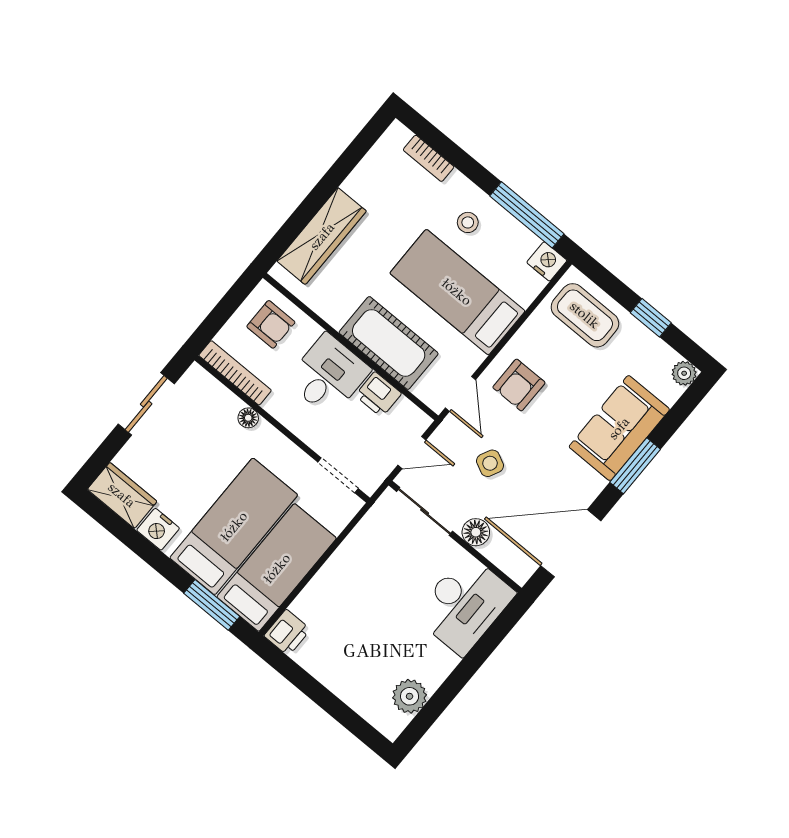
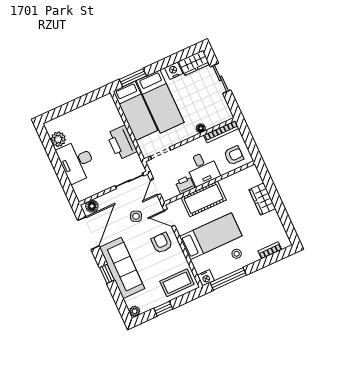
wardrobe: (322, 236) -> (262, 199), width x0.67
armchair: (271, 324) -> (234, 155), turned 180
sliding door: (146, 404) -> (221, 78), moved
sofa: (619, 428) -> (122, 268), width x1.36
window: (635, 466) -> (107, 274), width x0.67
floor lamp: (476, 532) -> (92, 206), moved
desk: (464, 604) -> (77, 161), moved
printer: (287, 633) -> (122, 142), moved, width x1.87, depth x1.48

